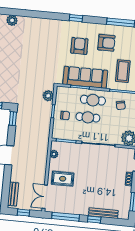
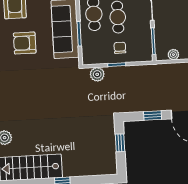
window: (13, 119) -> (153, 115), moved

